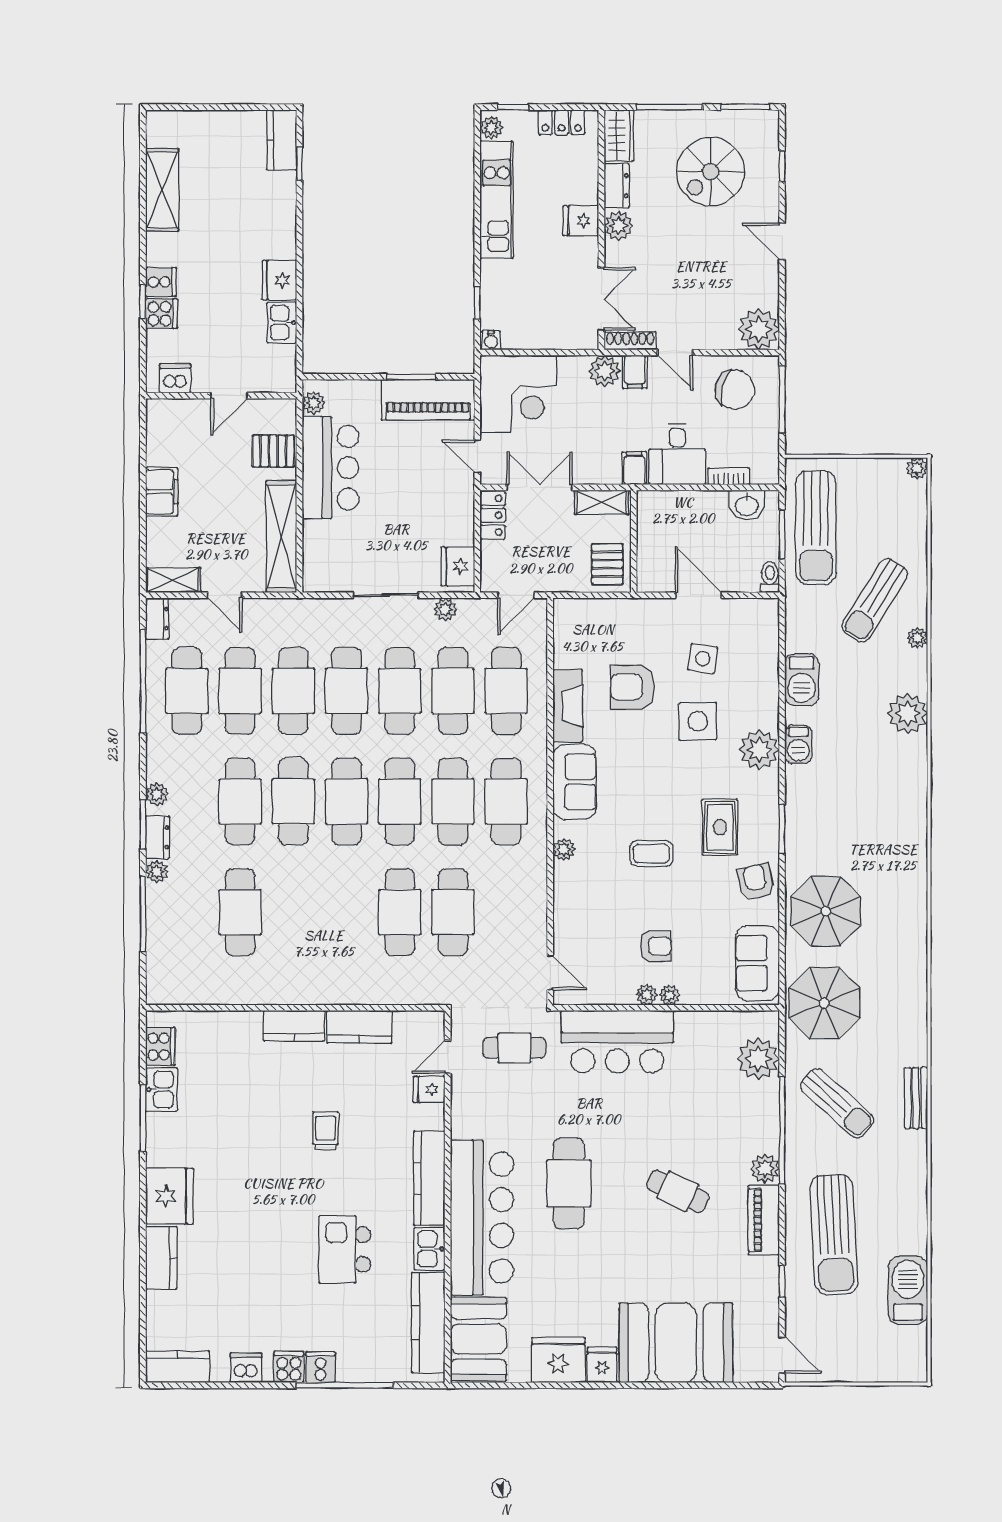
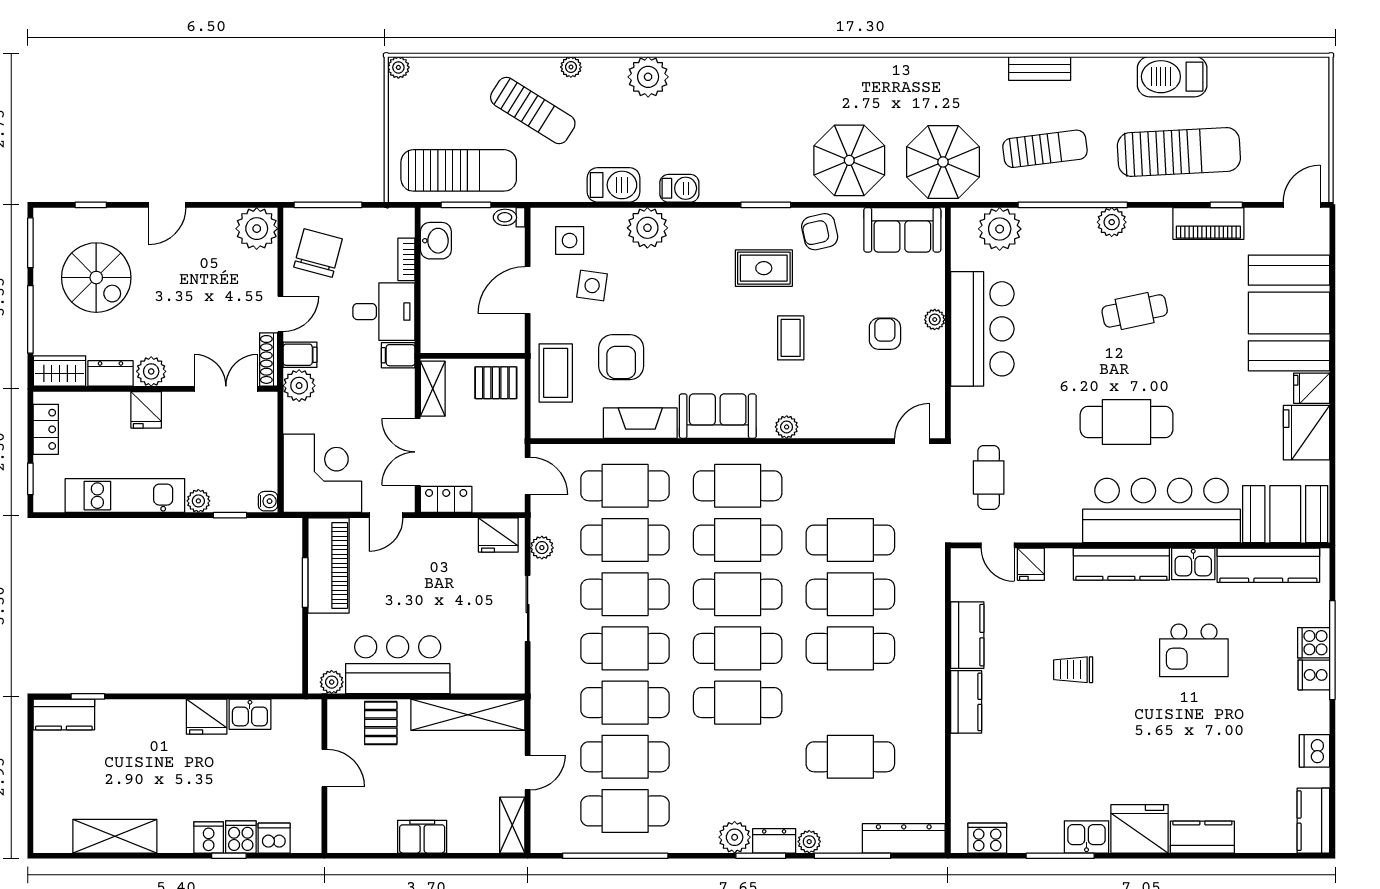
plant: (491, 128) -> (198, 501), moved
dishwasher: (175, 378) -> (274, 838), moved, turned 90
dresser: (157, 619) -> (904, 838), moved, width x1.96, depth x1.24
coffee table: (617, 623) -> (556, 373), added
side table: (698, 721) -> (570, 241), moved, width x0.73, depth x0.73
plant: (759, 750) -> (647, 228), moved
plant: (157, 794) -> (735, 837), width x1.38, depth x1.38
cafe table: (240, 802) -> (850, 648), moved
plant: (647, 995) -> (934, 343), removed
bar counter: (617, 1042) -> (982, 329), moved
kitchen sink: (161, 1090) -> (1086, 837), moved
sun lounger: (837, 1103) -> (1045, 149), turned 41
cafe table: (678, 1191) -> (1135, 311), turned 53
piano: (764, 1220) -> (1208, 223), moved
barbecue: (908, 1290) -> (1172, 77), moved
cooker: (289, 1367) -> (1314, 643), moved

